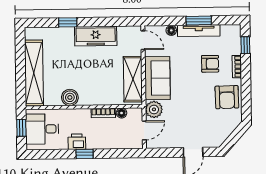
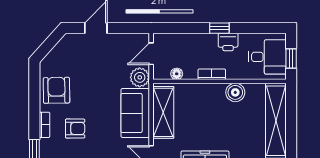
armchair: (210, 64) -> (75, 129), turned 180
bookcase: (103, 113) -> (212, 74), moved

